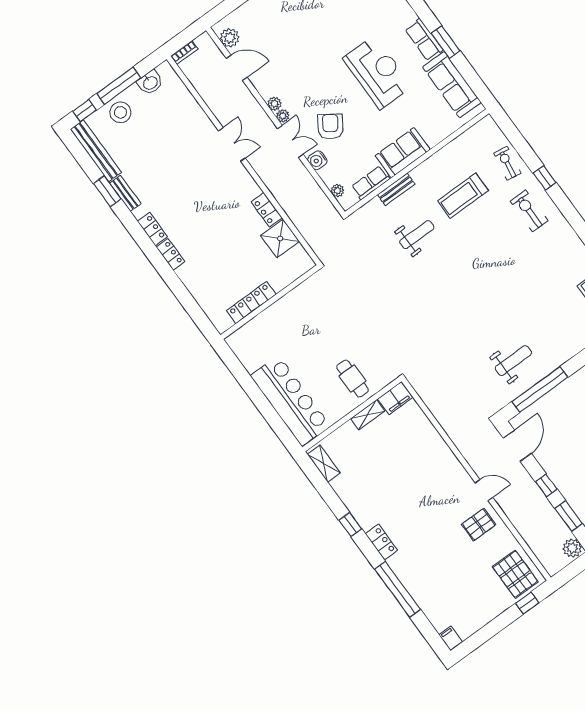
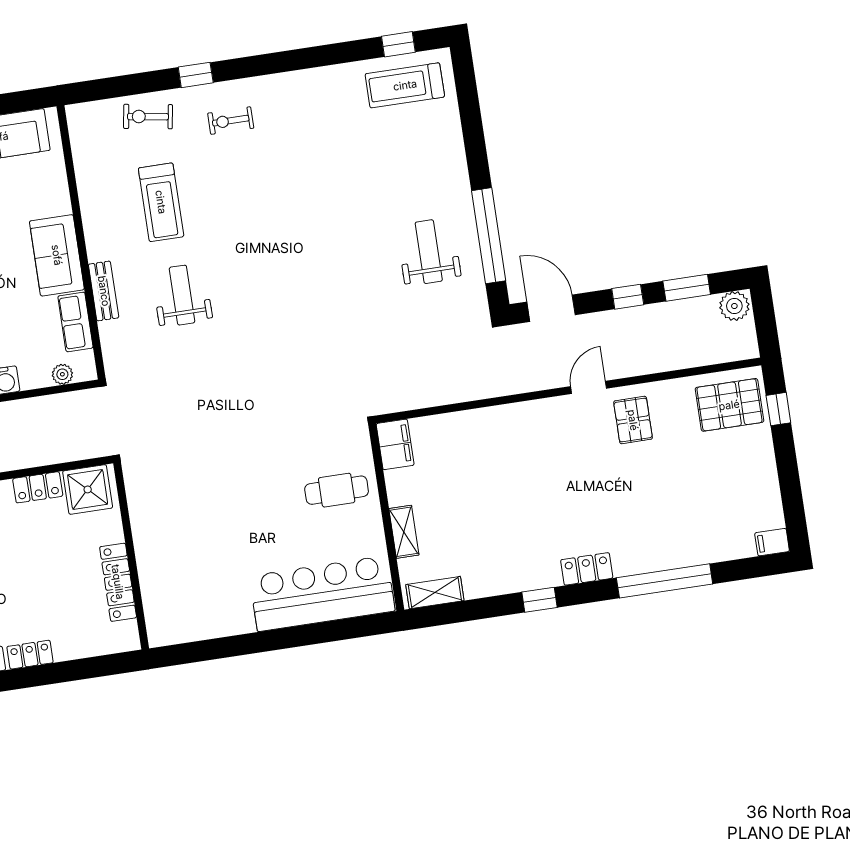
exercise bike: (529, 211) -> (231, 121), width x0.73, depth x0.72
locker: (251, 302) -> (118, 582), moved
wall: (270, 302) -> (131, 556), moved
shelving: (368, 415) -> (404, 532), moved

